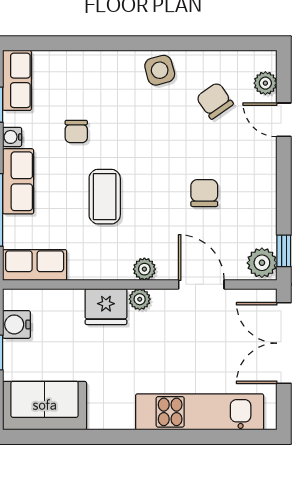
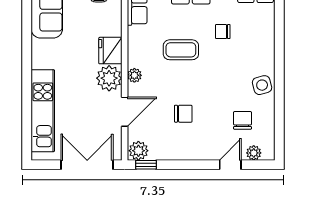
chair: (215, 101) -> (242, 120), turned -55
plant: (140, 299) -> (109, 78), width x1.88, depth x1.88

